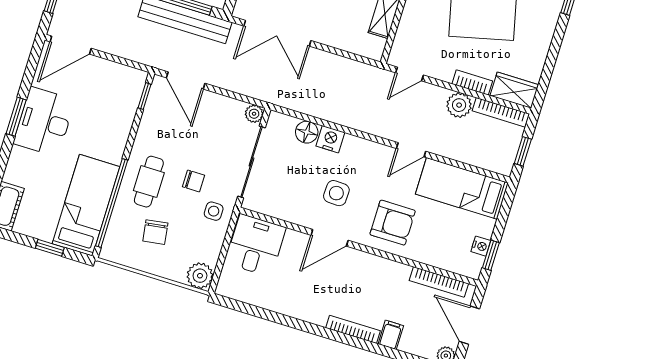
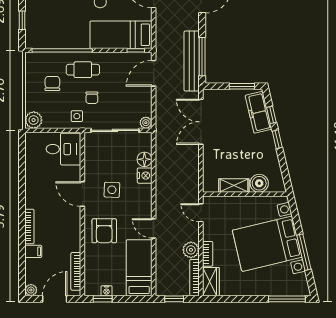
bed: (86, 205) -> (121, 35), moved, turned 180
chair: (155, 232) -> (52, 84), turned 98

